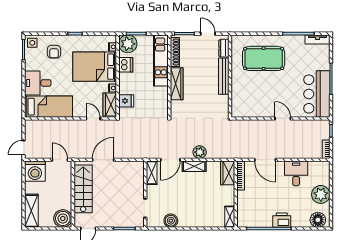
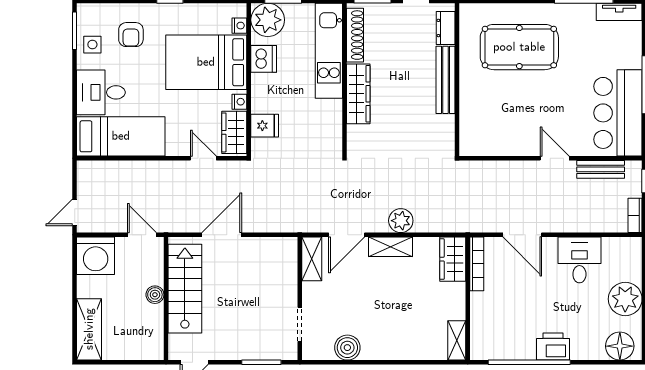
side table: (32, 43) -> (92, 45), moved
bench: (307, 125) -> (601, 169), added
boiler: (63, 219) -> (155, 295), moved, width x0.54, depth x0.54

